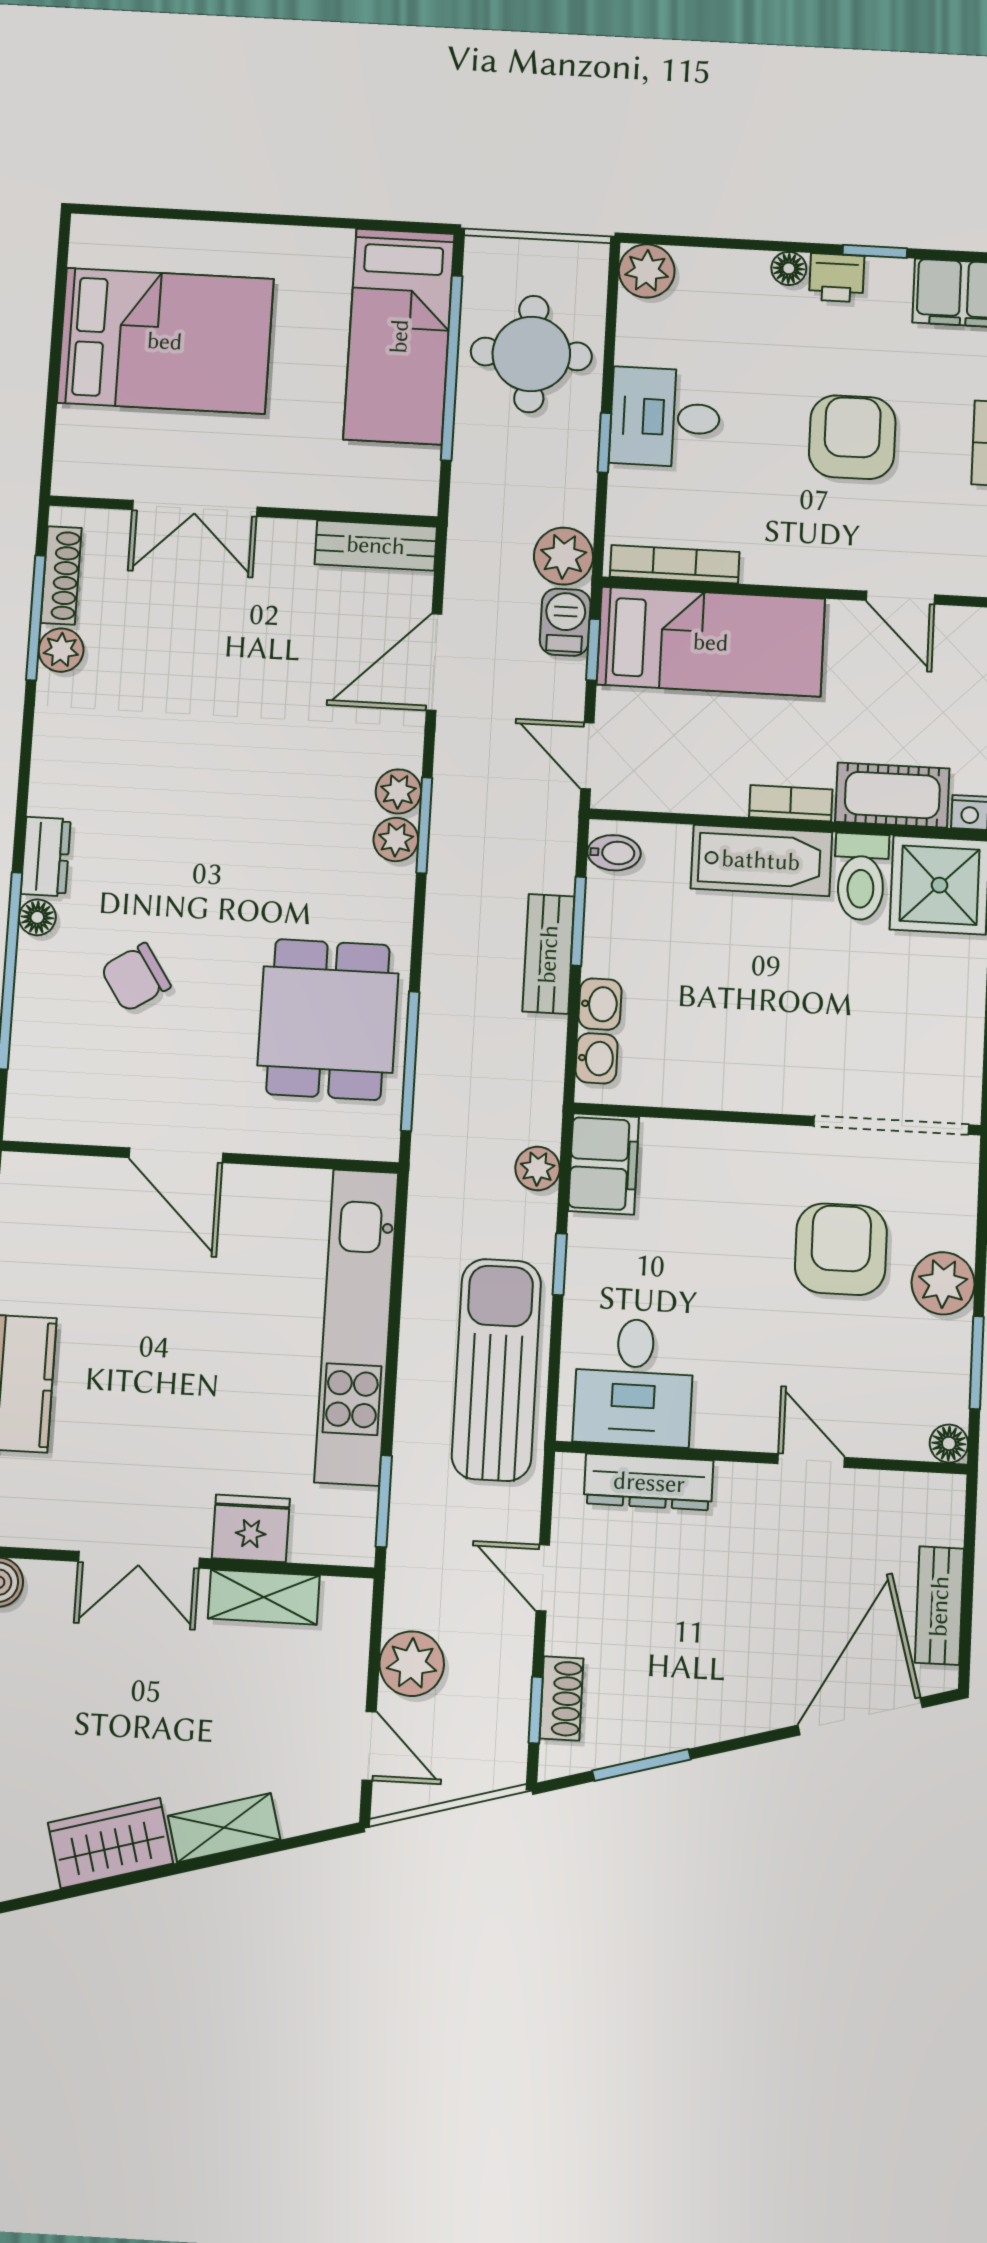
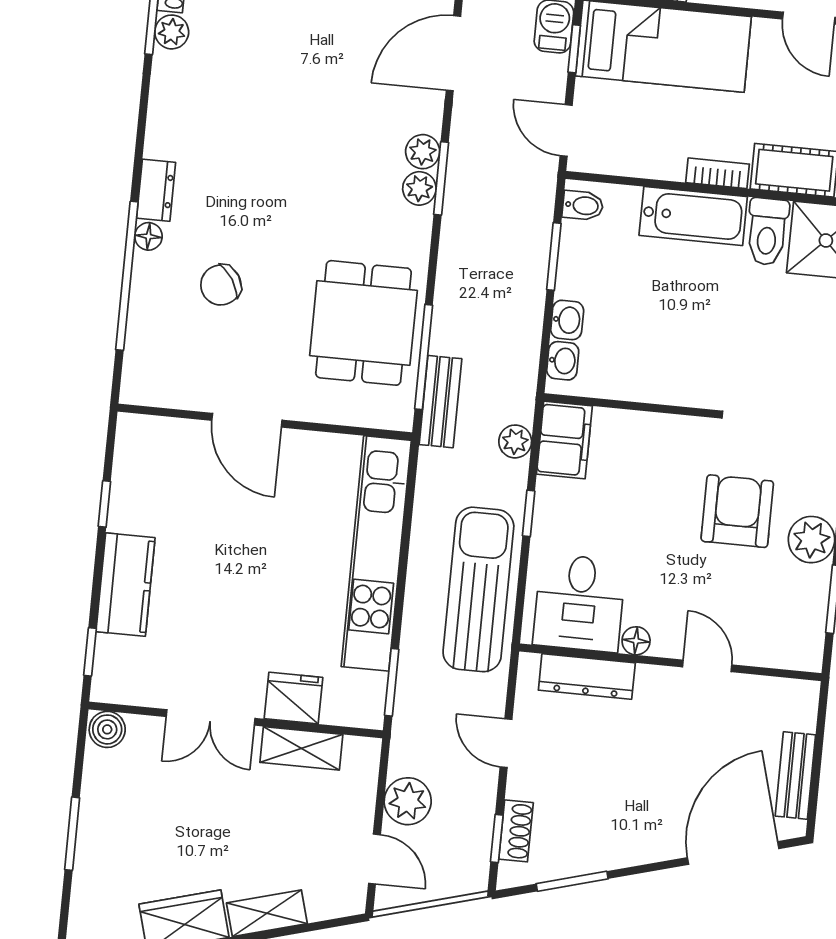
bench: (548, 954) -> (440, 402), moved
floor lamp: (949, 1444) -> (636, 641), moved

